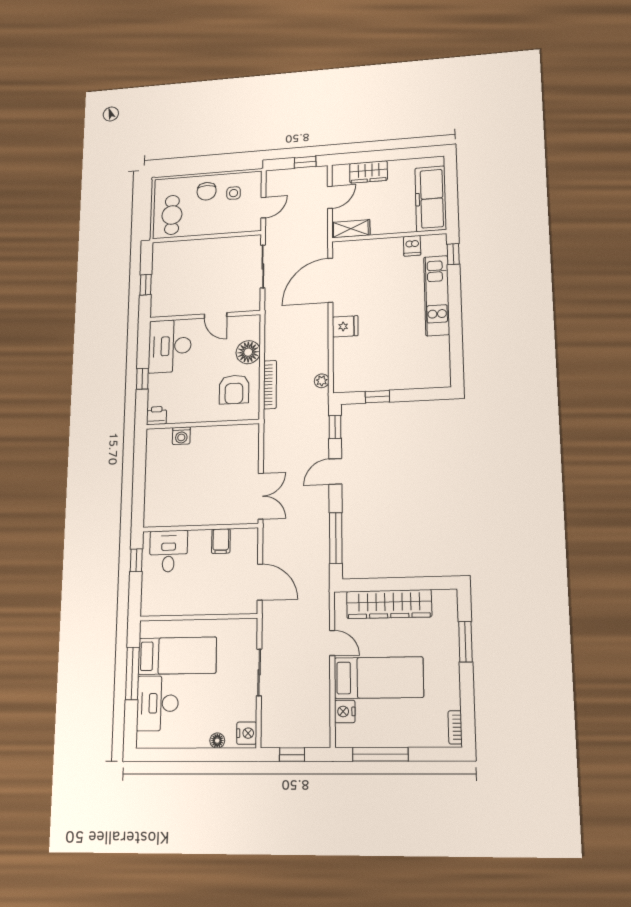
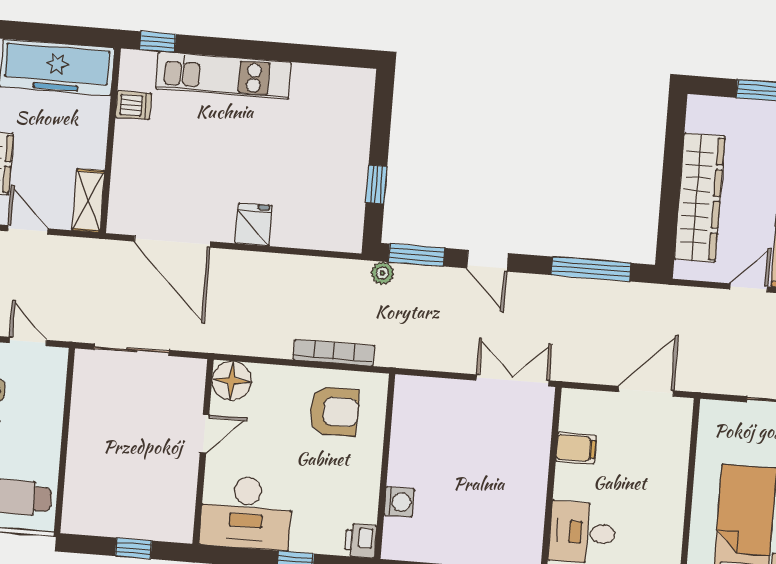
floor lamp: (248, 352) -> (232, 381), moved
plant: (322, 381) -> (382, 273), moved
window: (335, 427) -> (416, 255), width x1.50

